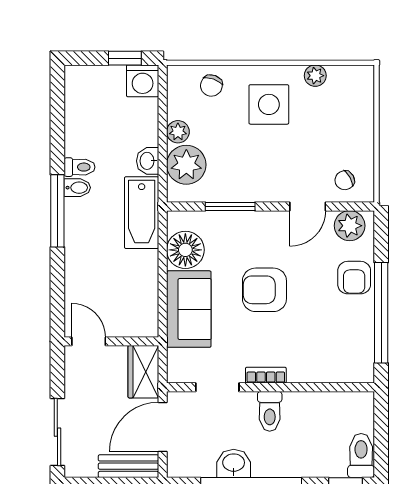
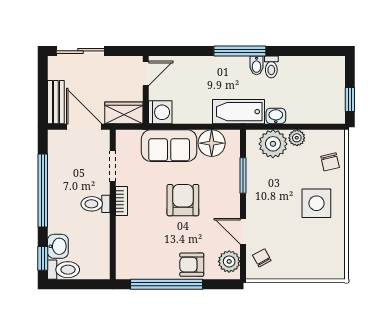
plant: (315, 76) -> (337, 237), removed
washing machine: (143, 81) -> (160, 112), moved, turned 180
chair: (211, 86) -> (330, 162), turned -123
washbasin: (234, 463) -> (58, 246), moved

